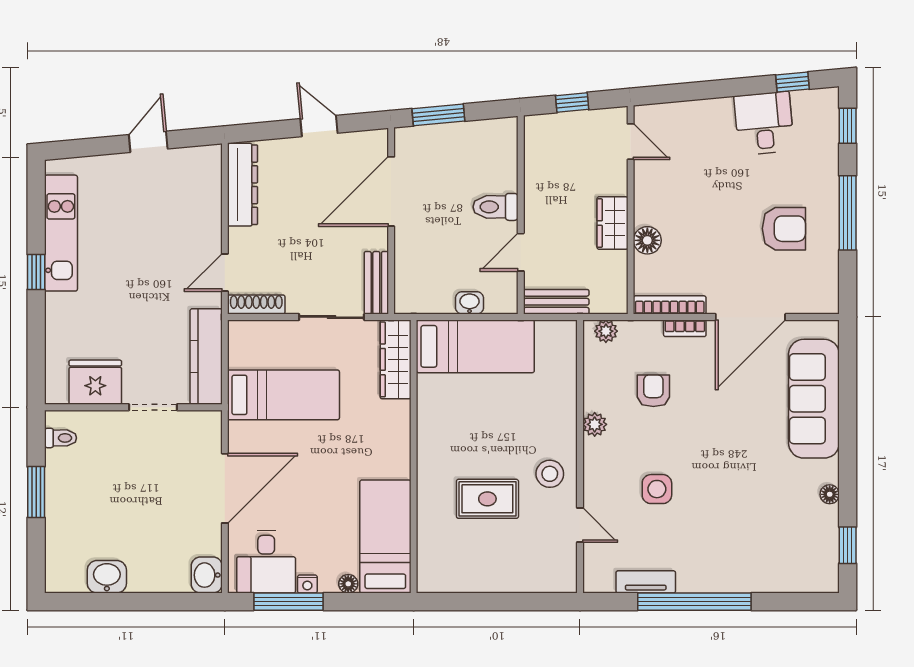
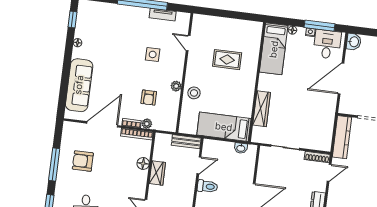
bench: (376, 283) -> (264, 160), removed
washbasin: (470, 303) -> (241, 148), moved
plant: (606, 331) -> (147, 124), moved
wardrobe: (396, 359) -> (262, 109), moved
bed: (283, 395) -> (310, 116), removed
stool: (550, 474) -> (194, 93), moved

